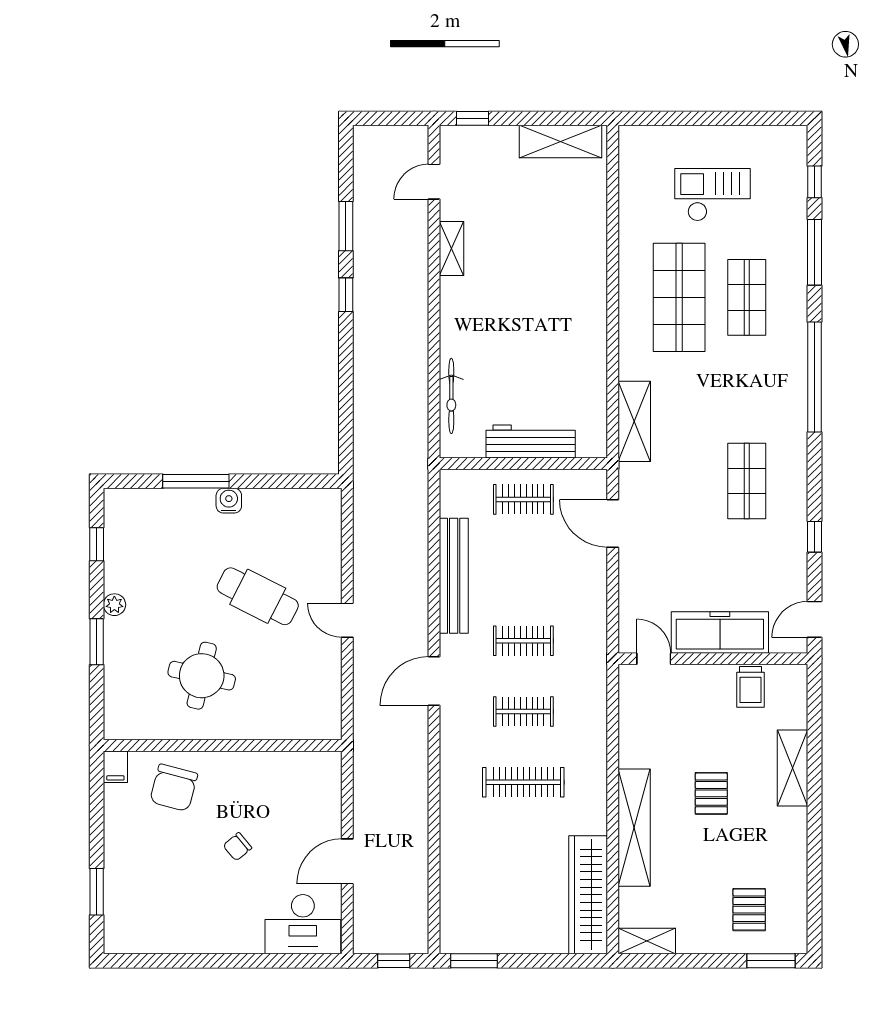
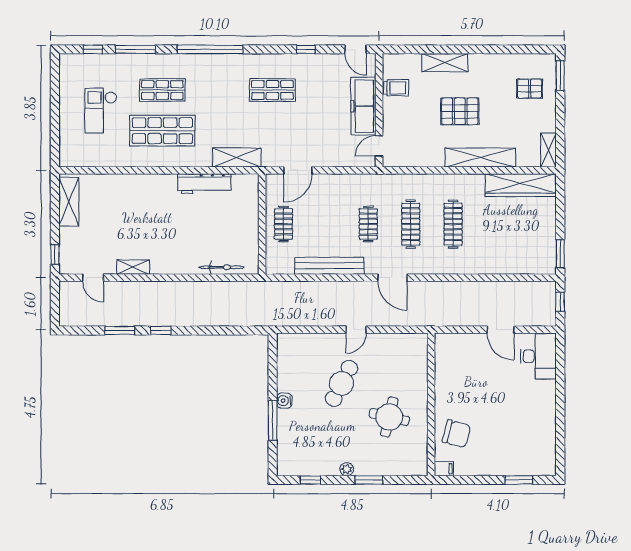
workbench: (531, 442) -> (204, 184), moved, turned -90
clothes rail: (523, 712) -> (411, 224), width x1.36
pallet: (711, 793) -> (460, 111), width x1.50, depth x1.42
chair: (237, 847) -> (492, 396), removed

